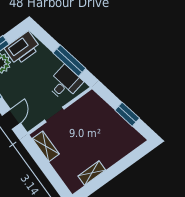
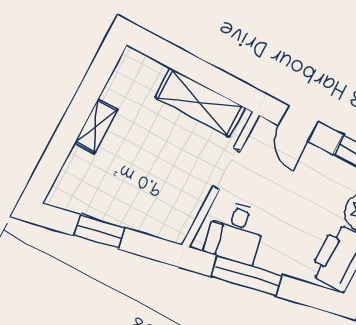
shelving: (46, 146) -> (200, 103), width x1.50, depth x1.33
shelving: (92, 173) -> (96, 126), moved

